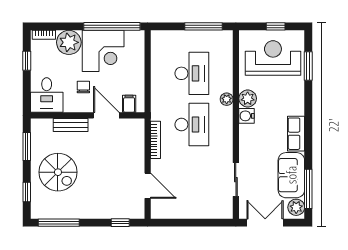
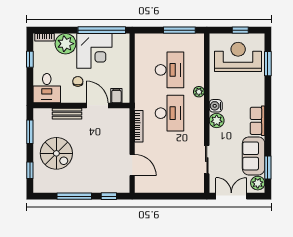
plant: (248, 98) -> (217, 121), moved
window: (308, 189) -> (268, 168), width x0.69
window: (59, 223) -> (74, 196), moved

